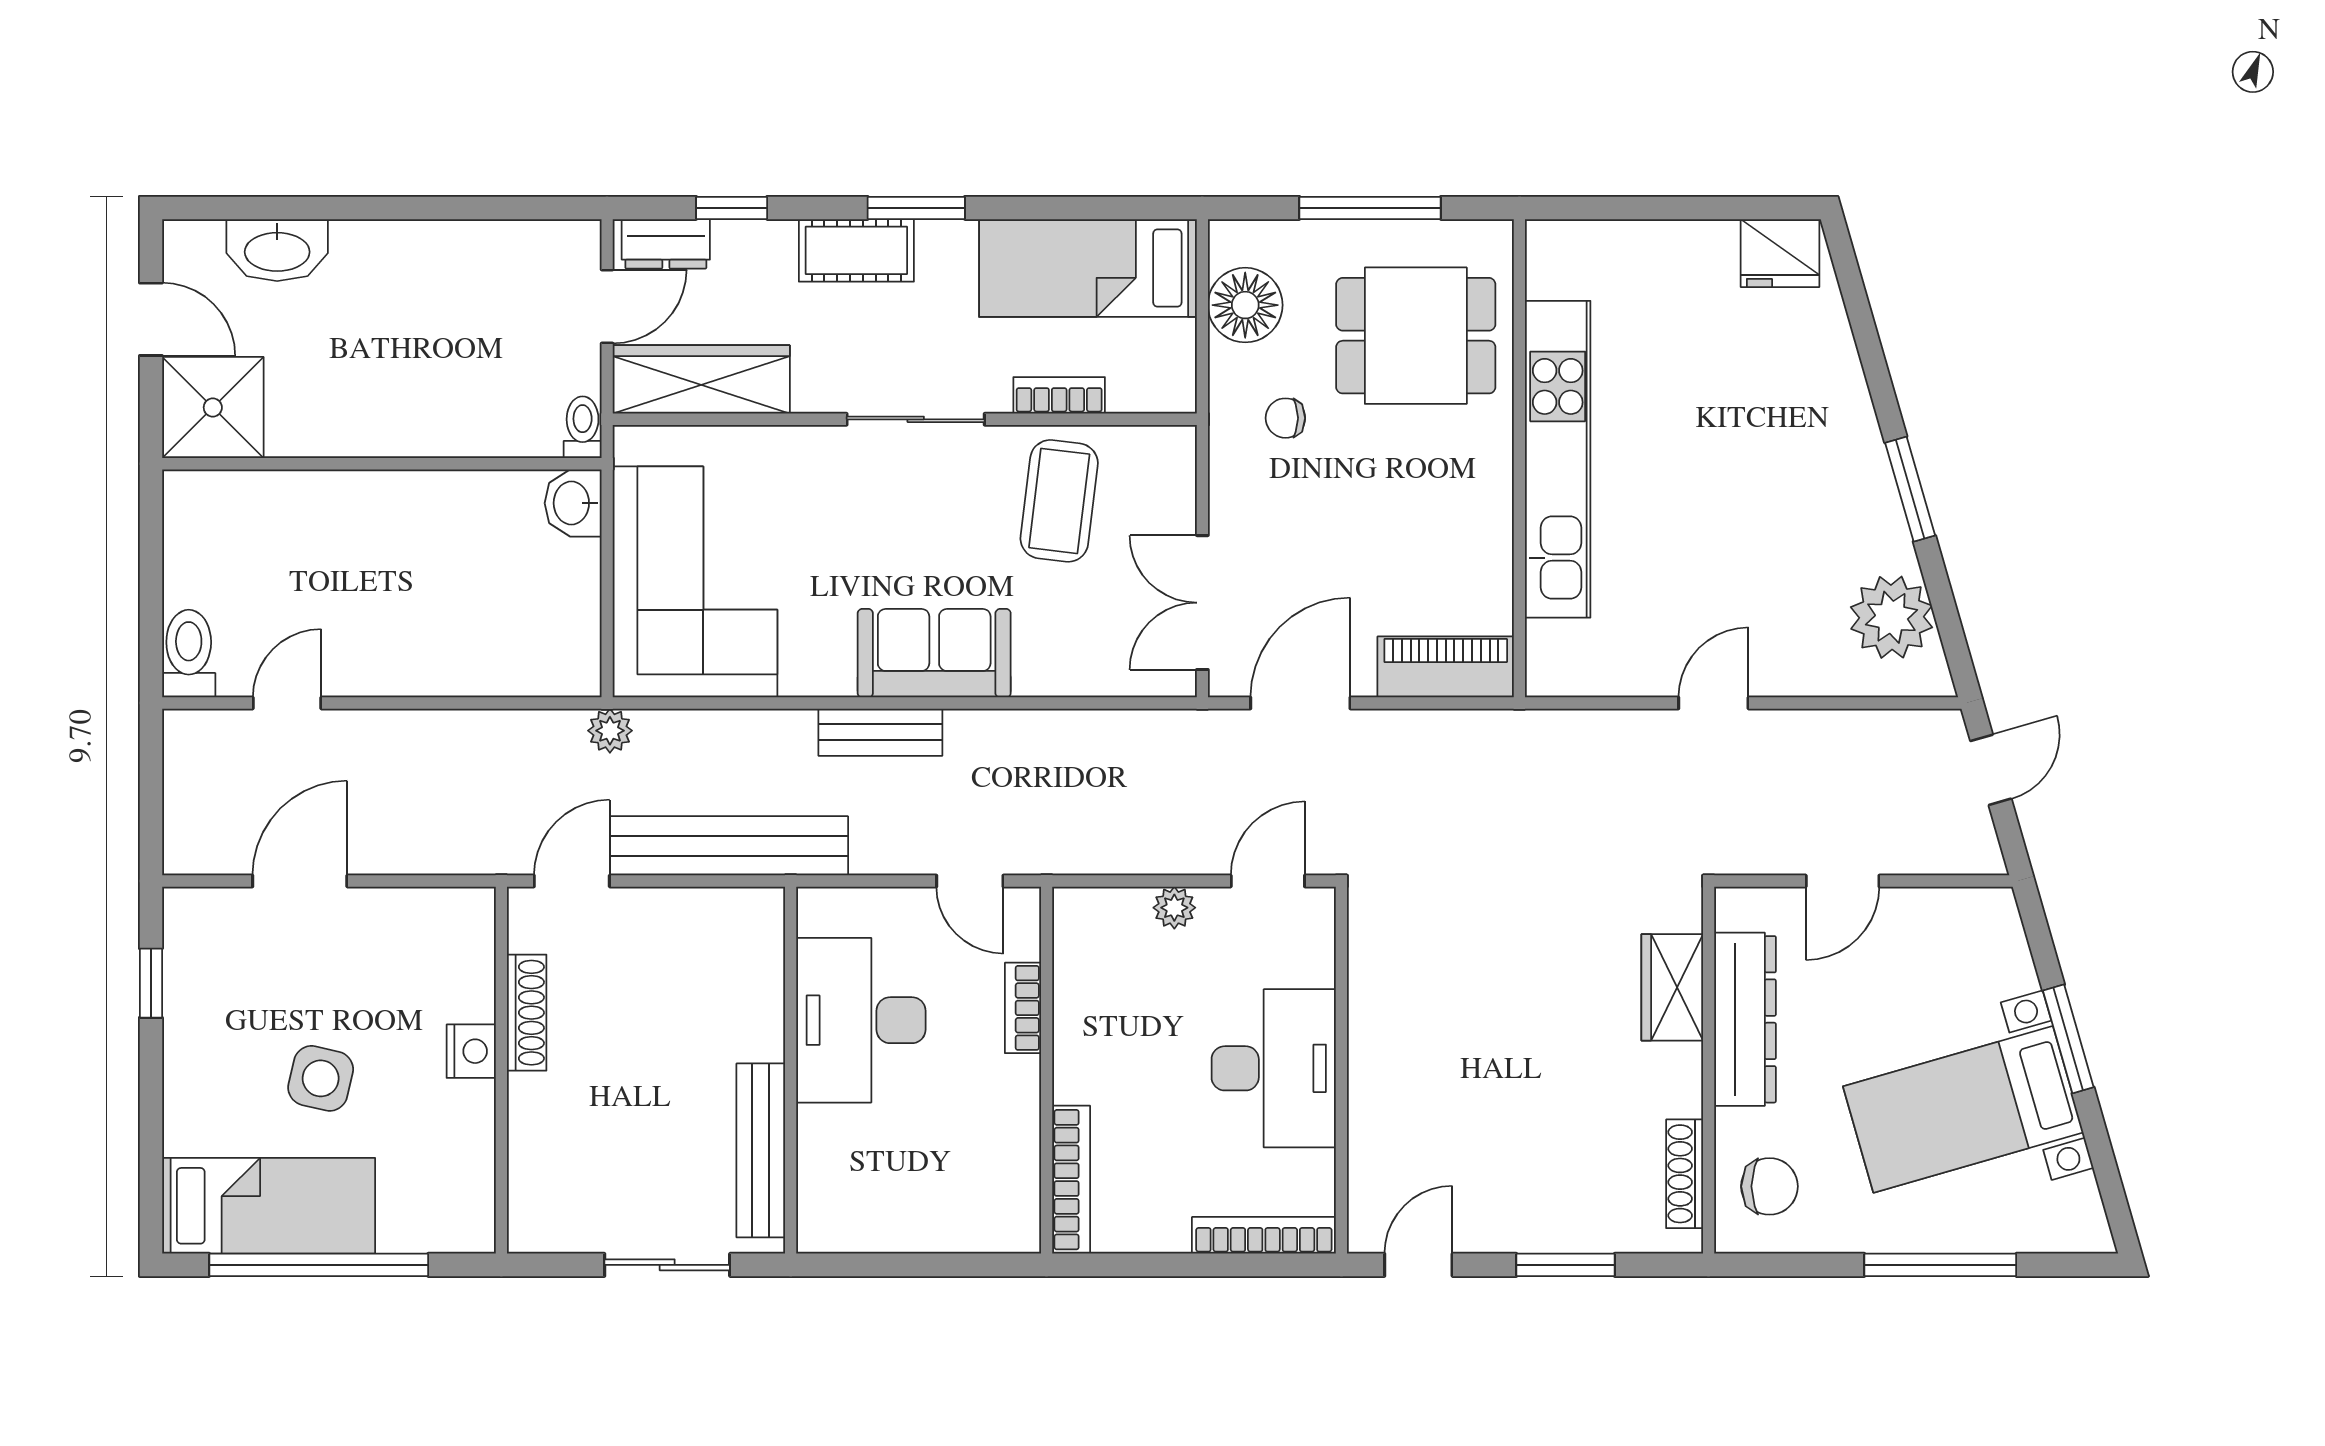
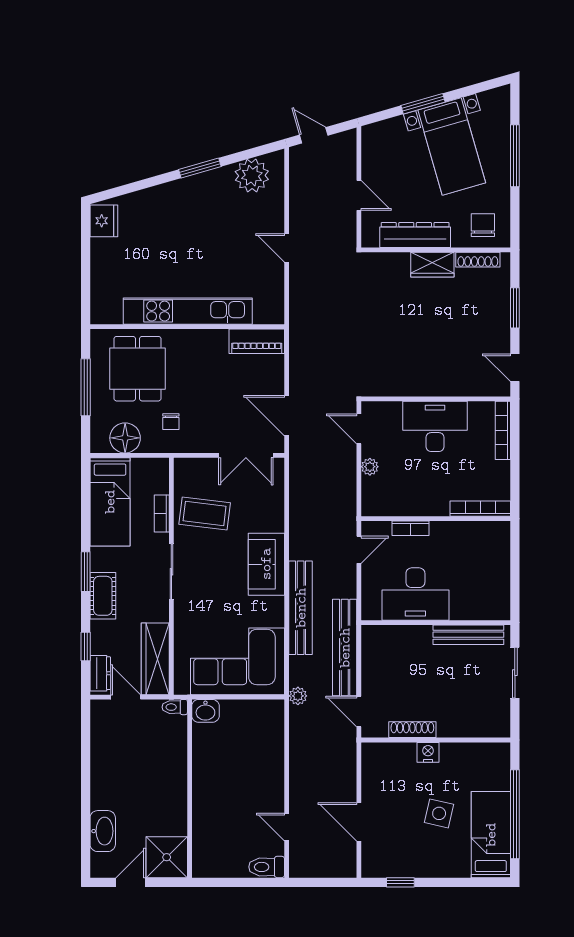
piano: (1446, 667) -> (257, 341), moved, turned -90
bench: (880, 732) -> (301, 608), width x1.86, depth x1.21
wardrobe: (1672, 987) -> (432, 265), moved

